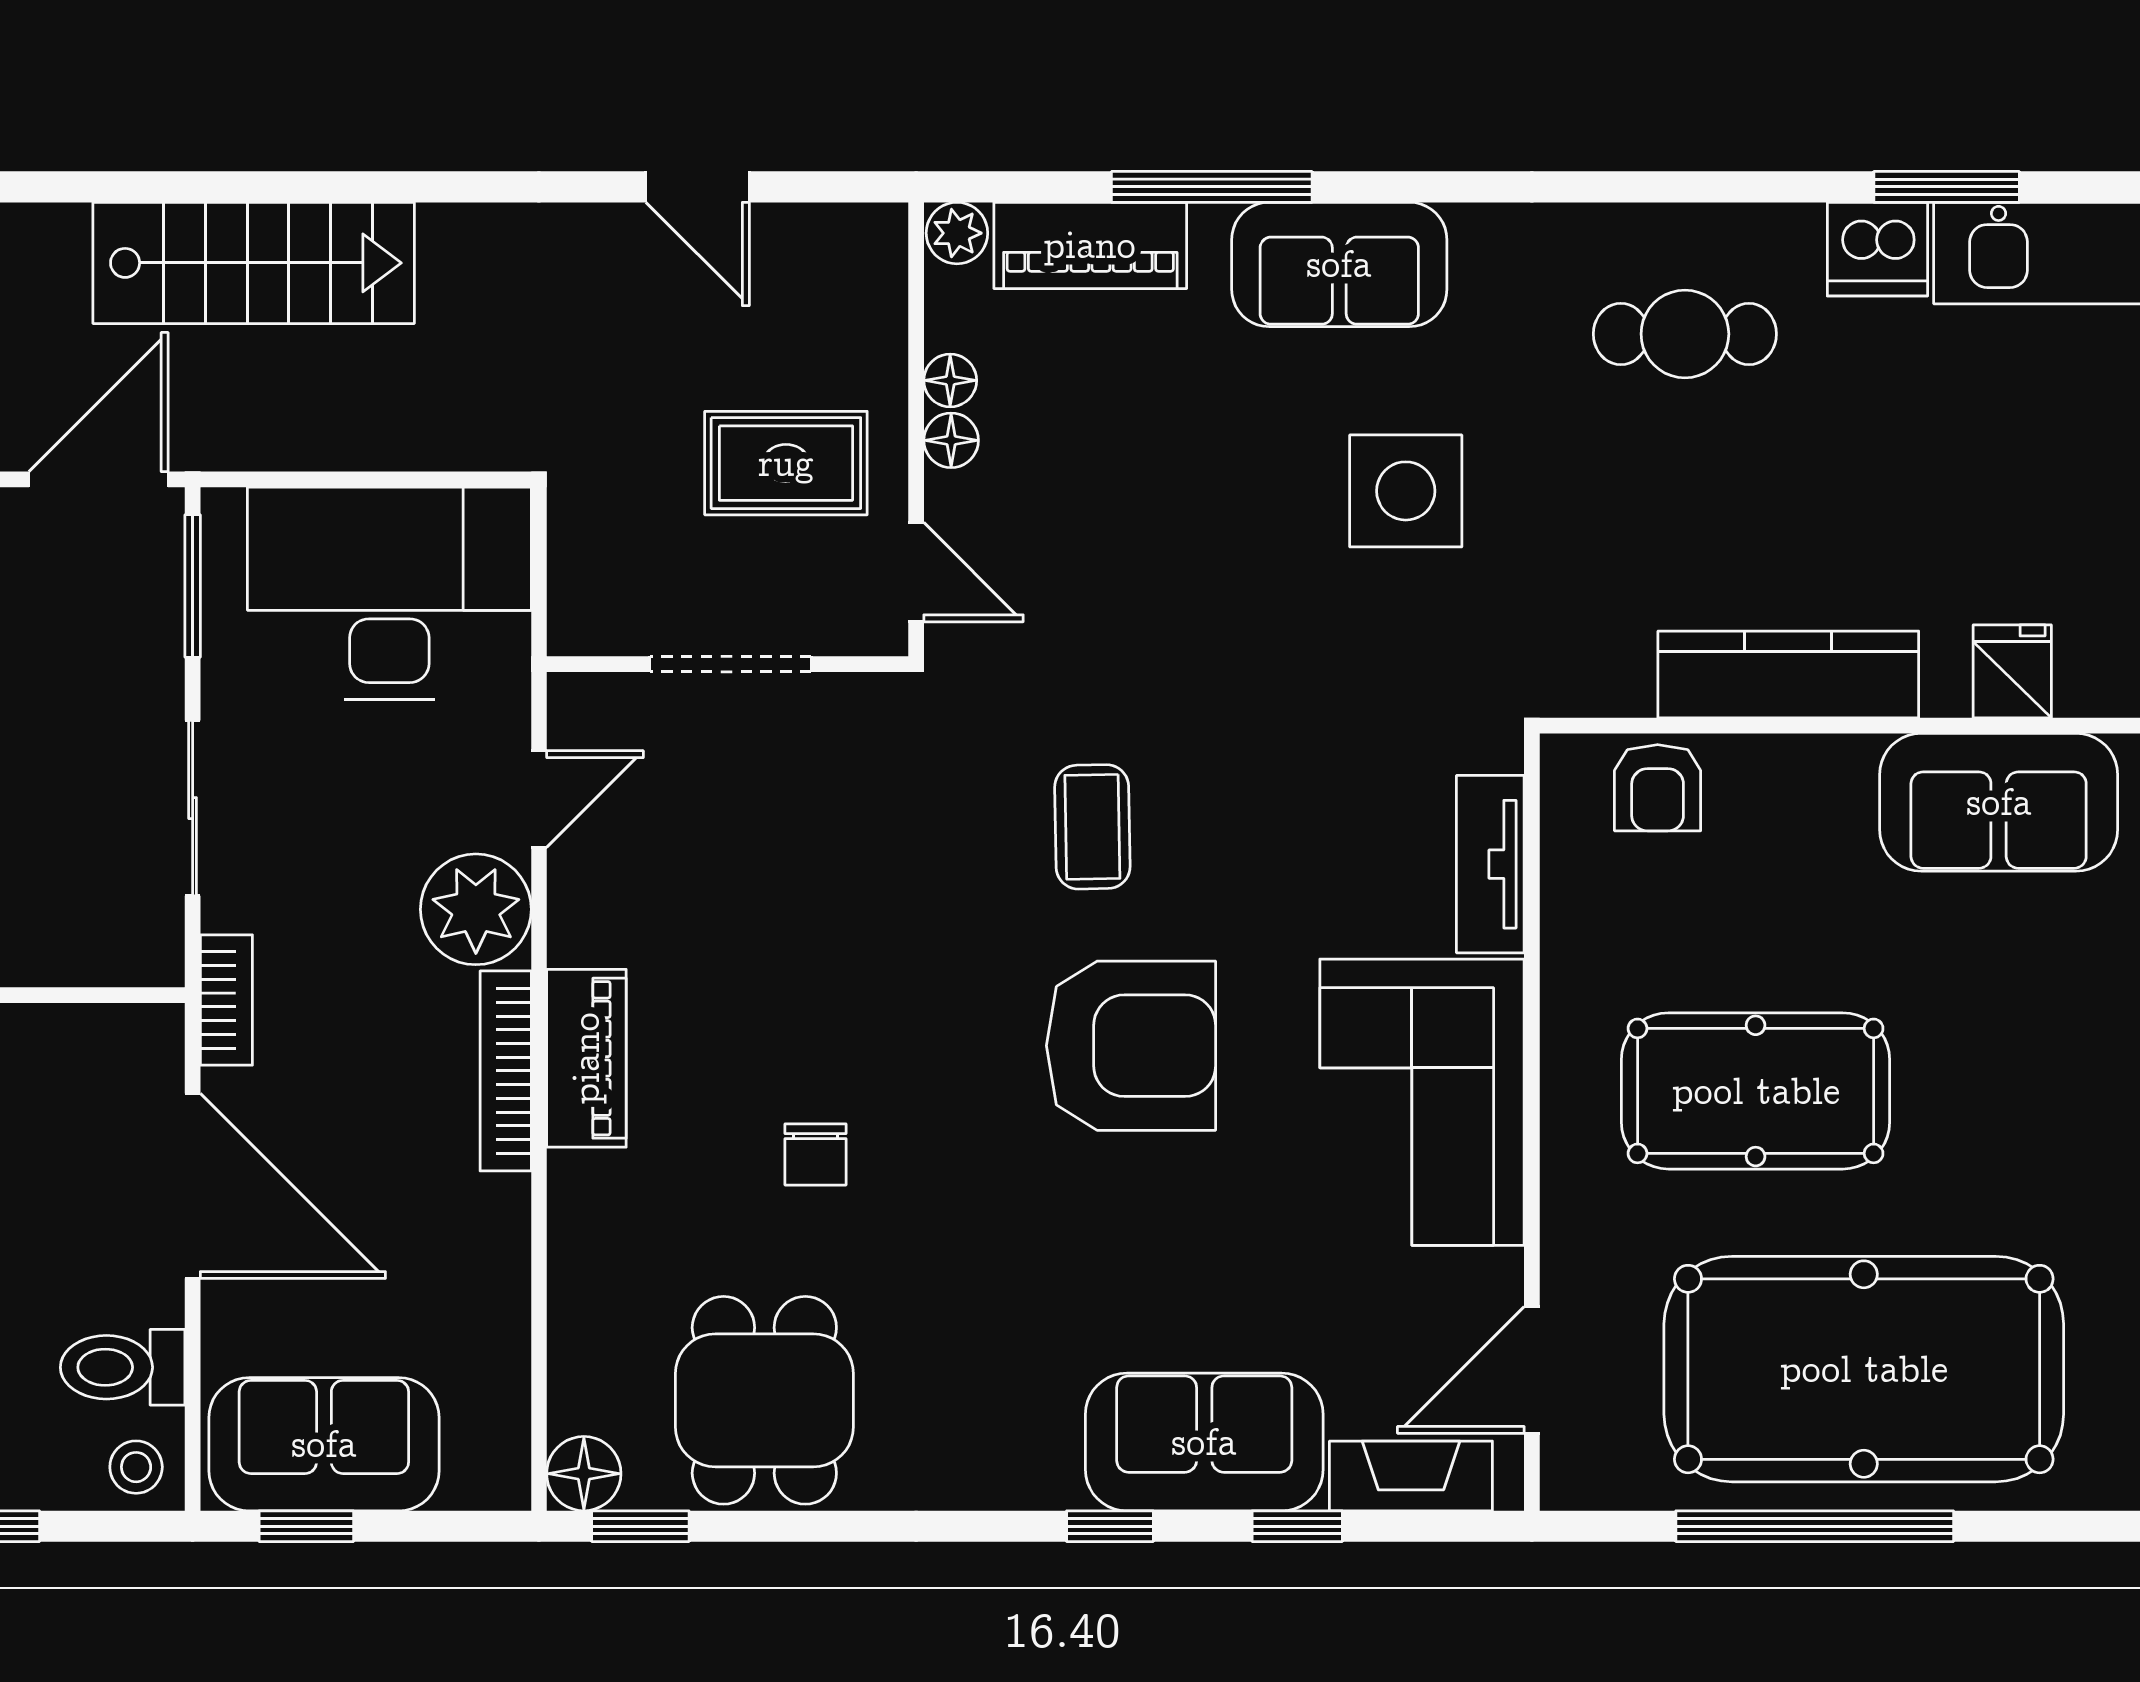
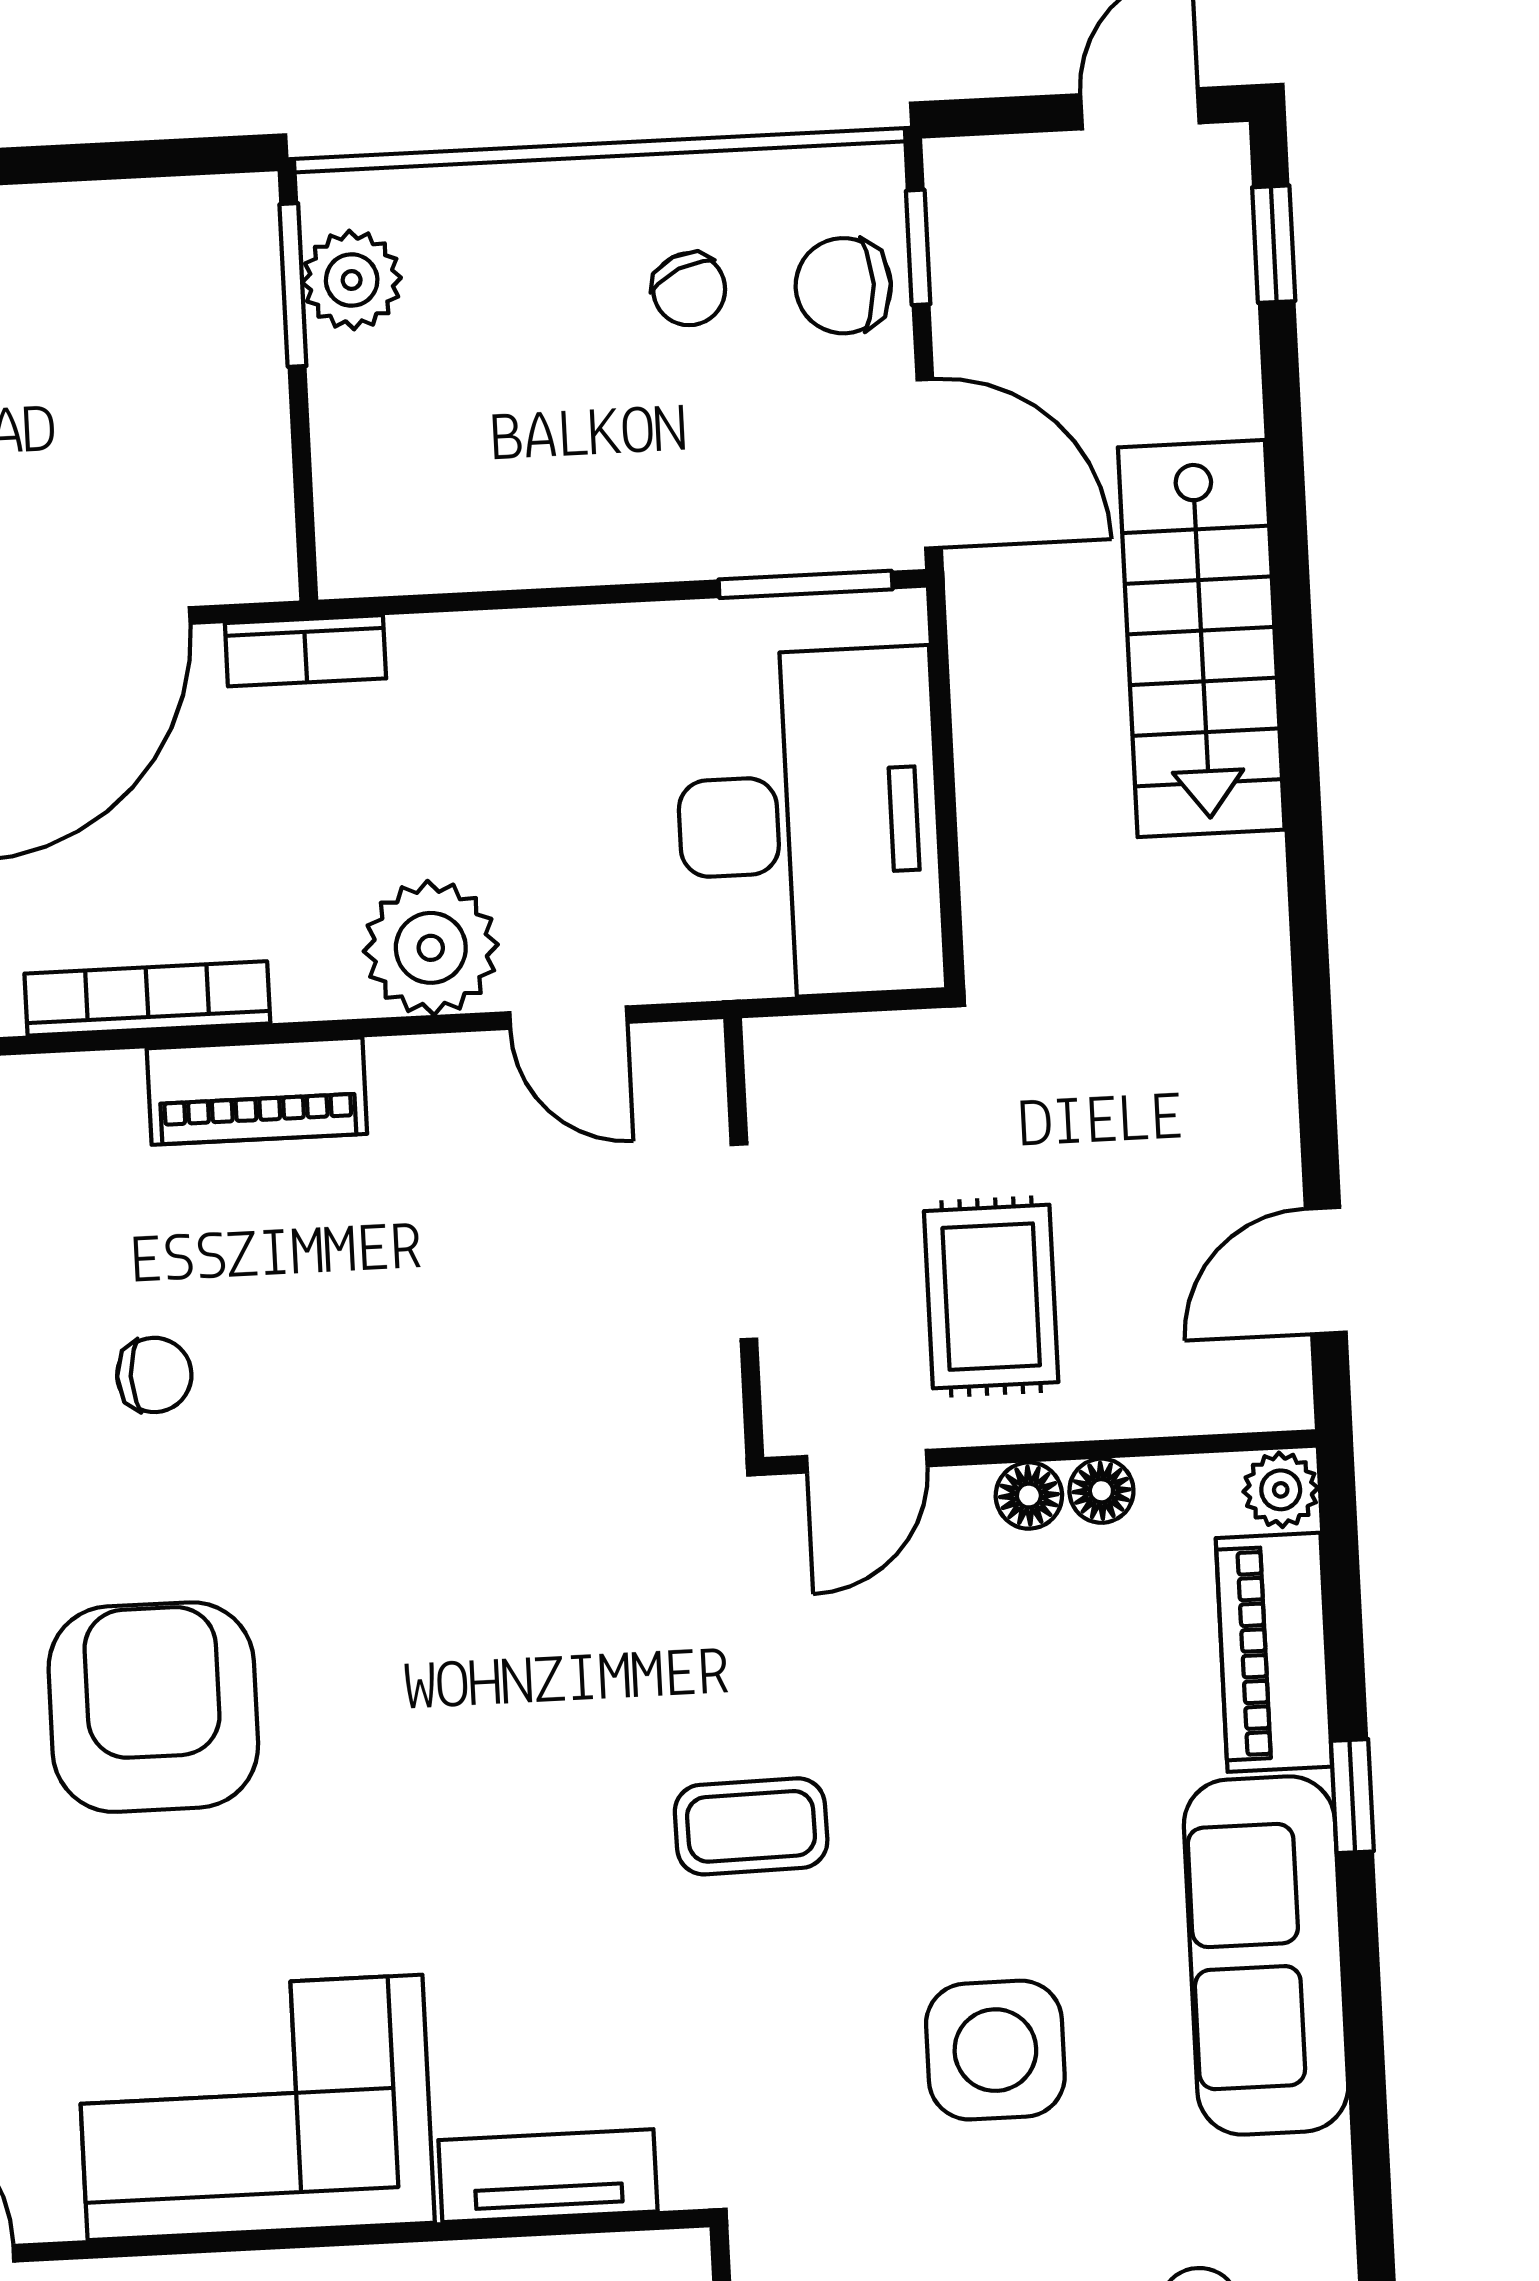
door: (698, 187) -> (1326, 1271), moved
window: (1212, 187) -> (1352, 1796), width x0.46
sofa: (1339, 264) -> (1266, 1956), width x1.36
sliding door: (193, 808) -> (536, 598), removed
coffee table: (1092, 827) -> (751, 1826), moved
armchair: (1131, 1046) -> (153, 1707), moved, turned 180
bookcase: (506, 1071) -> (147, 998), moved
chair: (816, 1154) -> (154, 1375), turned 180

